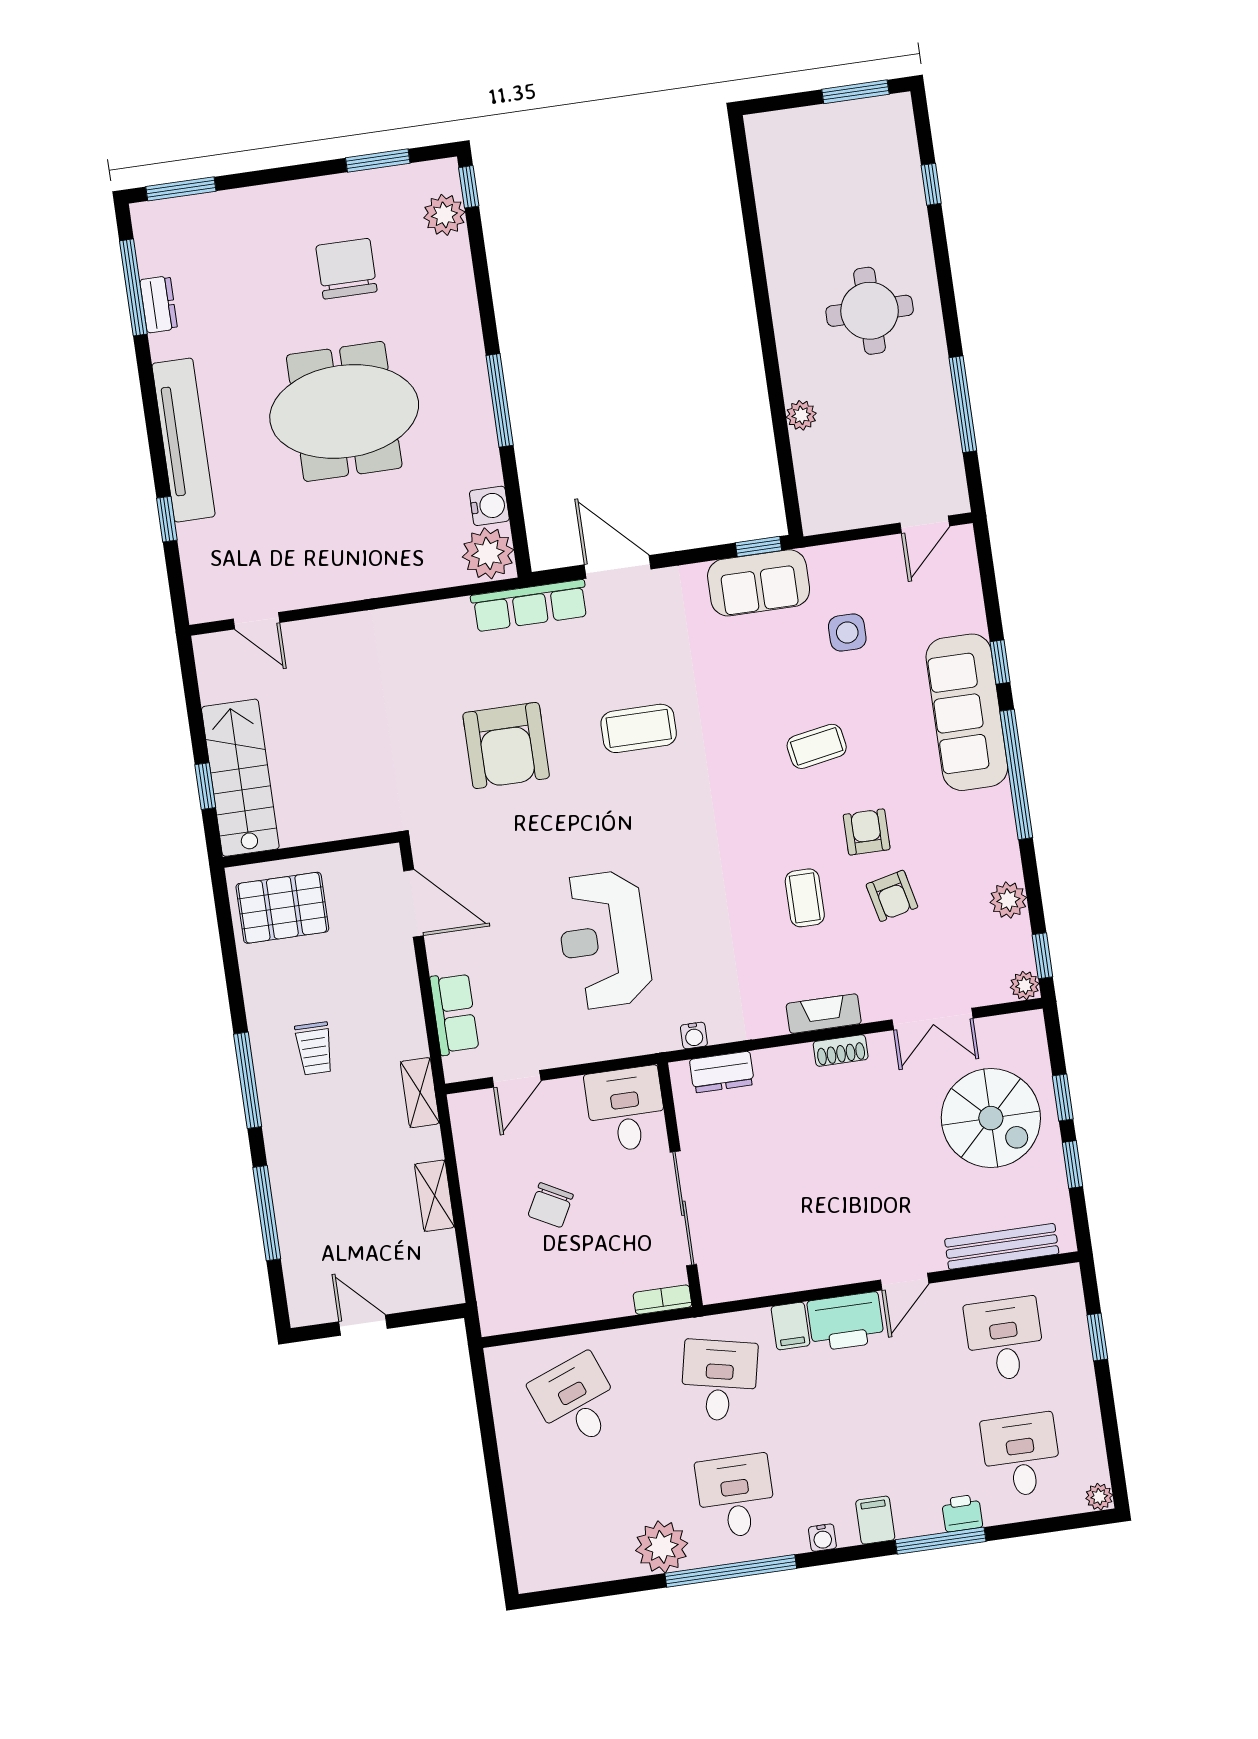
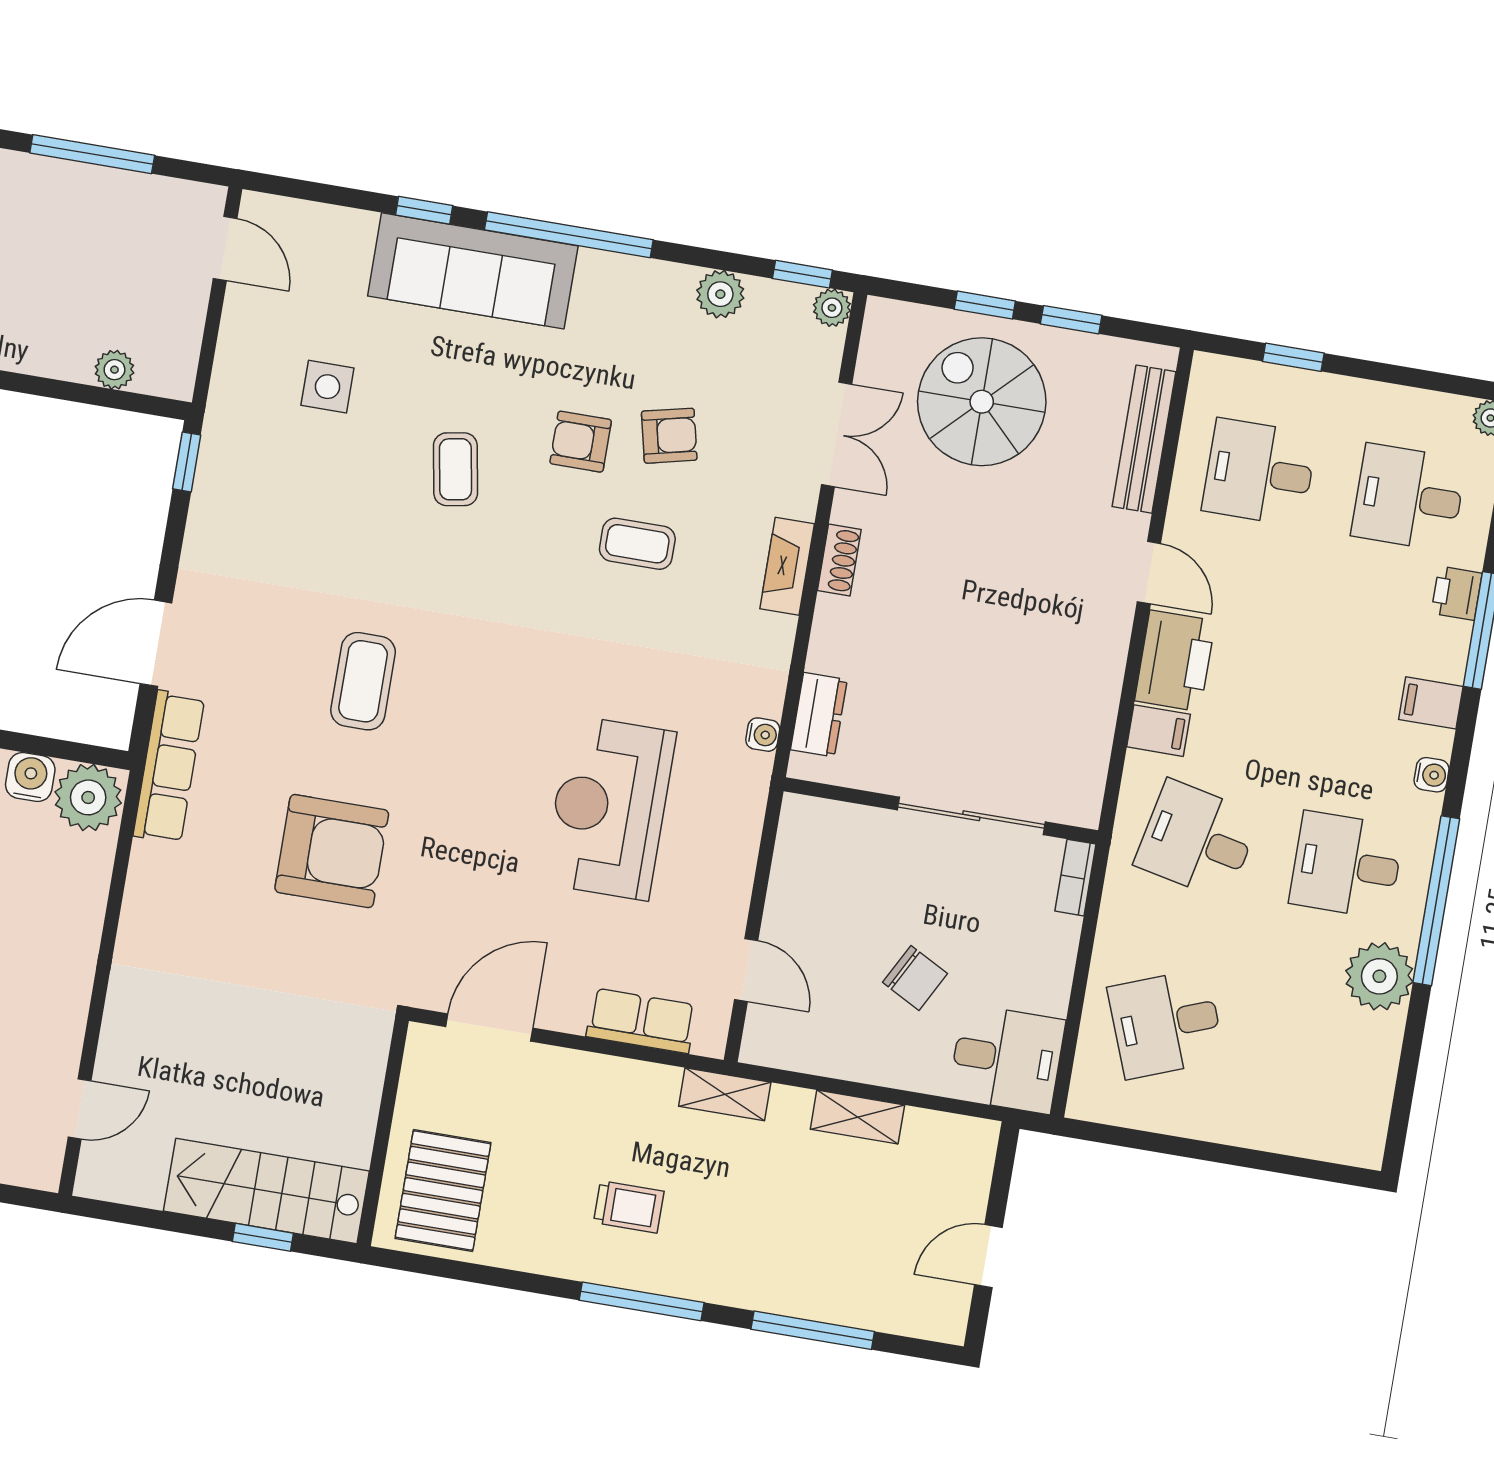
plant: (801, 415) -> (114, 370), moved
sofa: (759, 583) -> (231, 476), removed
reception desk: (604, 940) -> (609, 808), turned 90
desk: (626, 1109) -> (1007, 1059), moved, turned 180
spiral stairs: (991, 1118) -> (982, 402), turned -90

